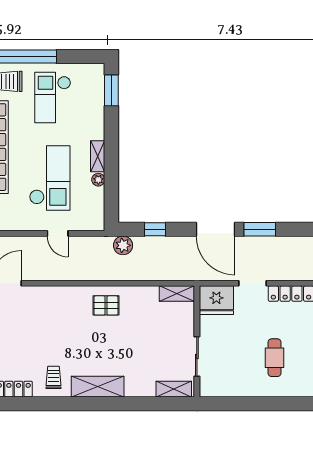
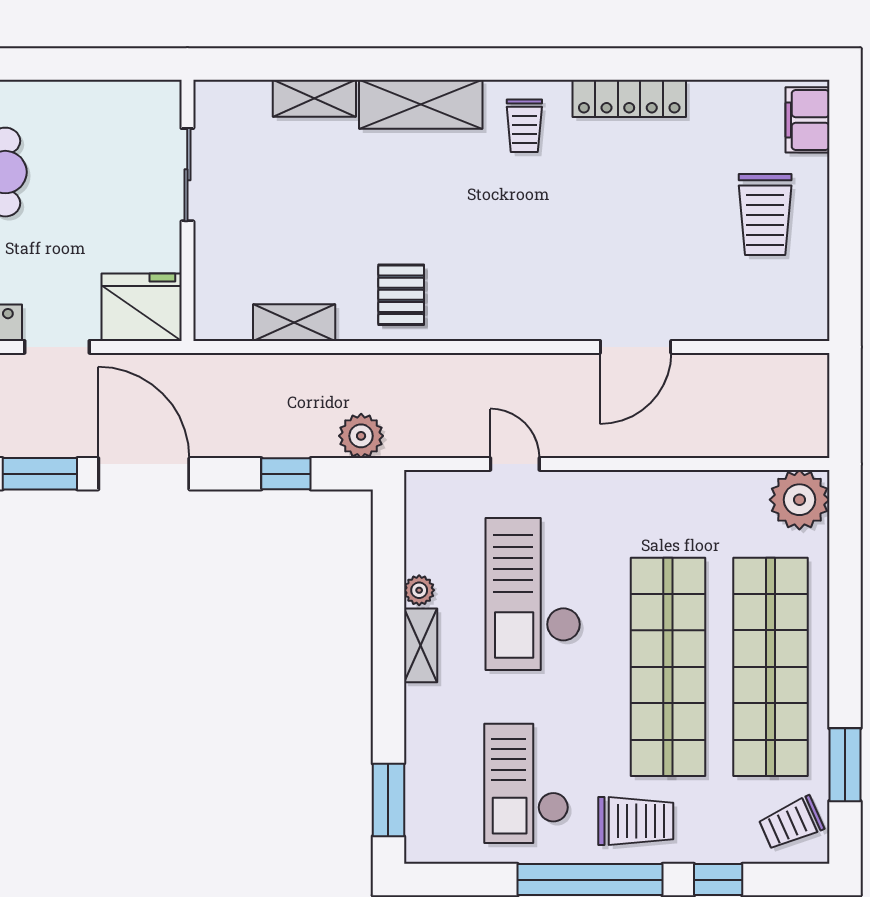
checkout: (53, 97) -> (526, 783), turned 180
shelving: (177, 294) -> (294, 323), moved
pallet: (106, 305) -> (401, 295), turned 90
shelving: (174, 389) -> (314, 98), moved

